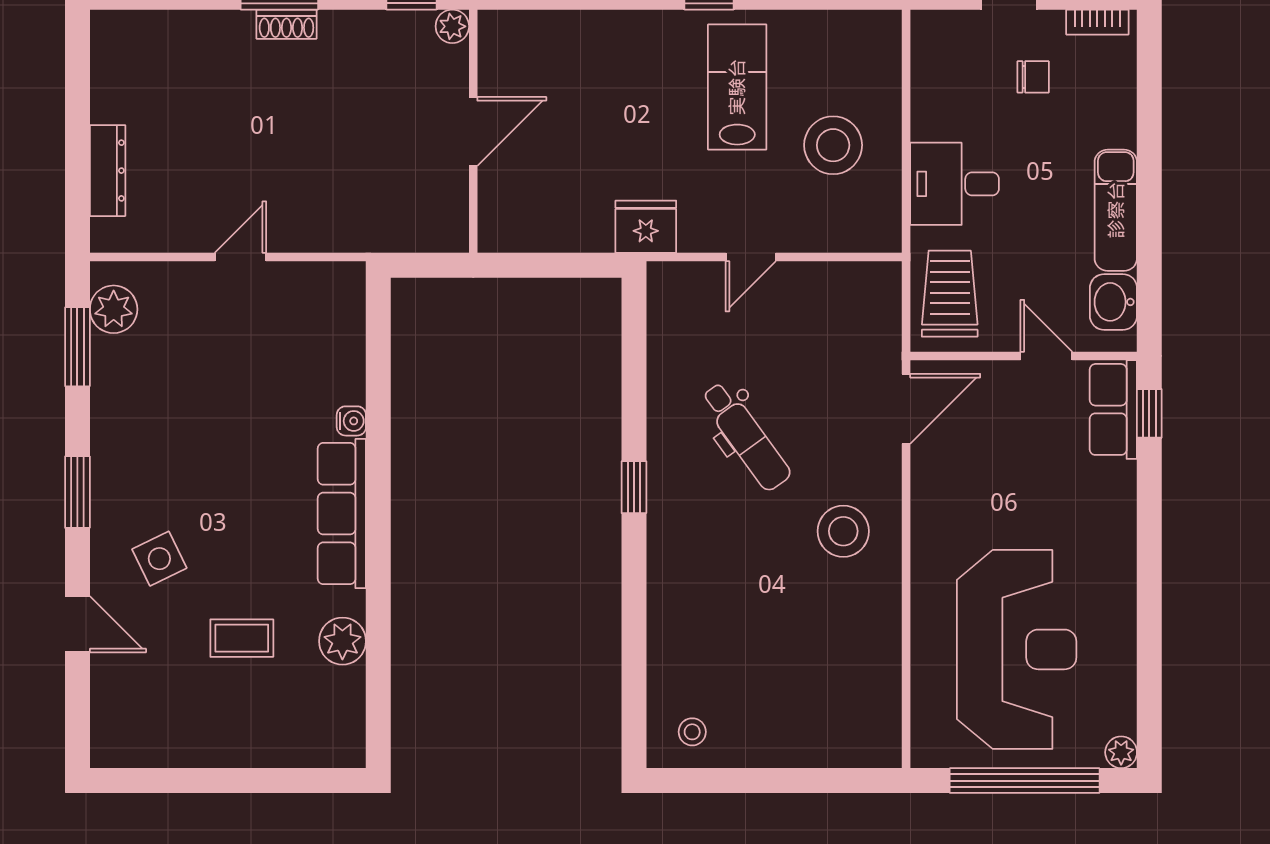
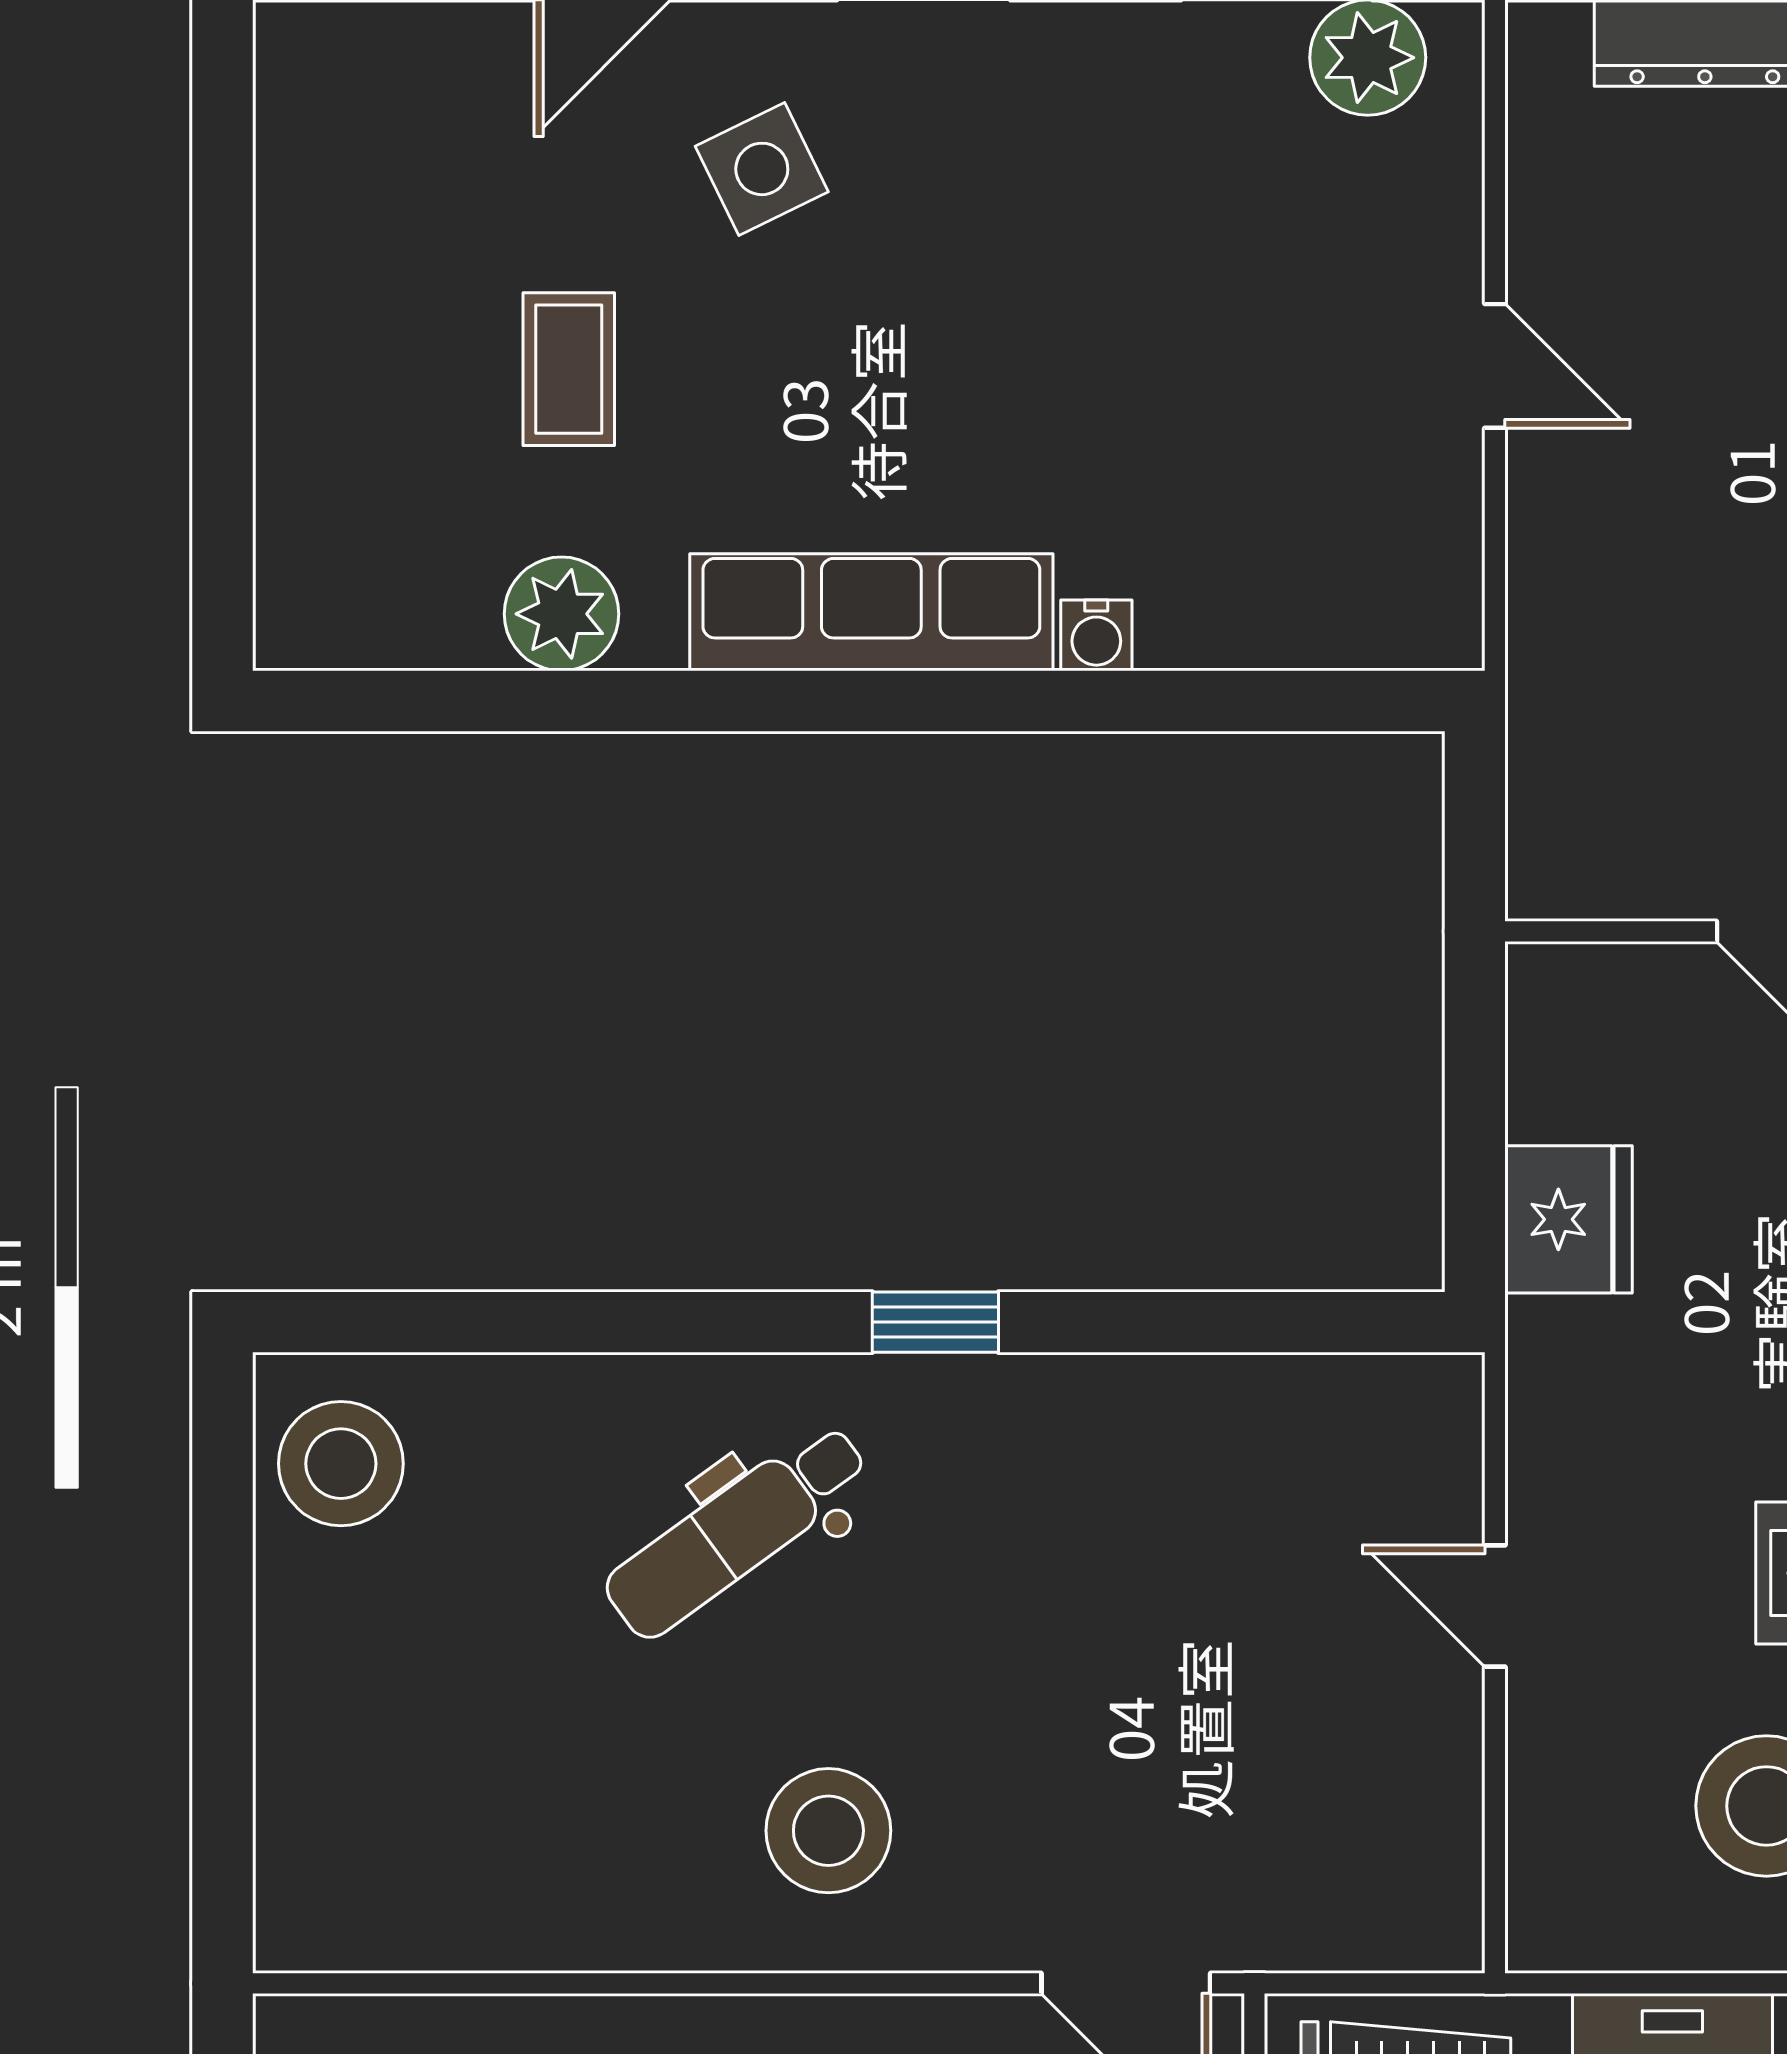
fridge: (646, 227) -> (1568, 1219), moved
dental chair: (746, 436) -> (737, 1531), moved
stool: (692, 732) -> (341, 1464), width x1.89, depth x1.89

